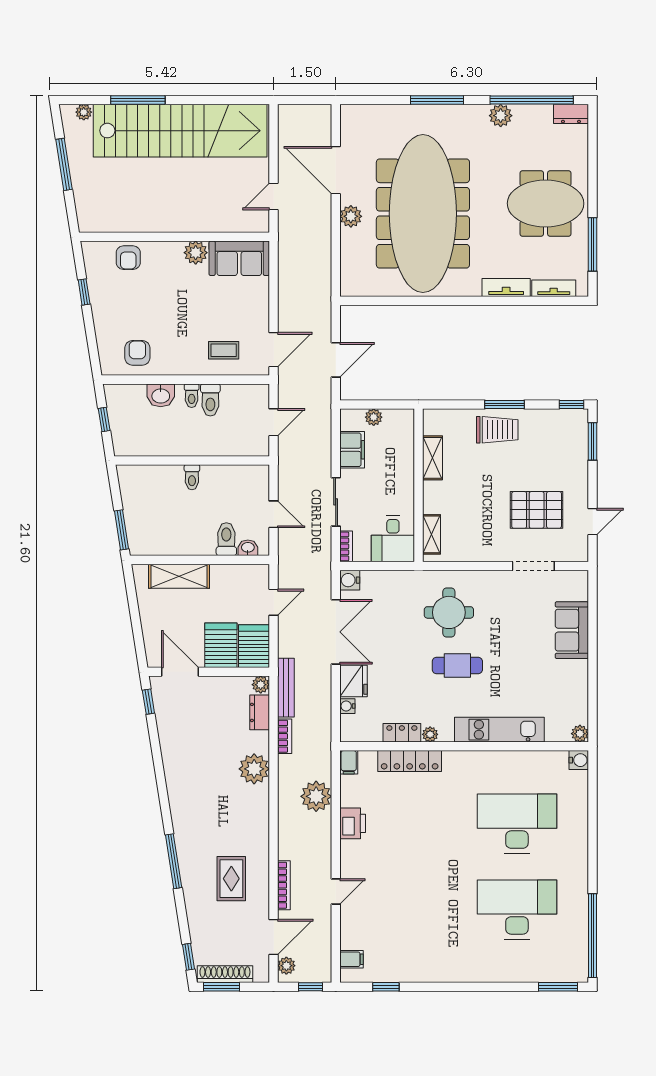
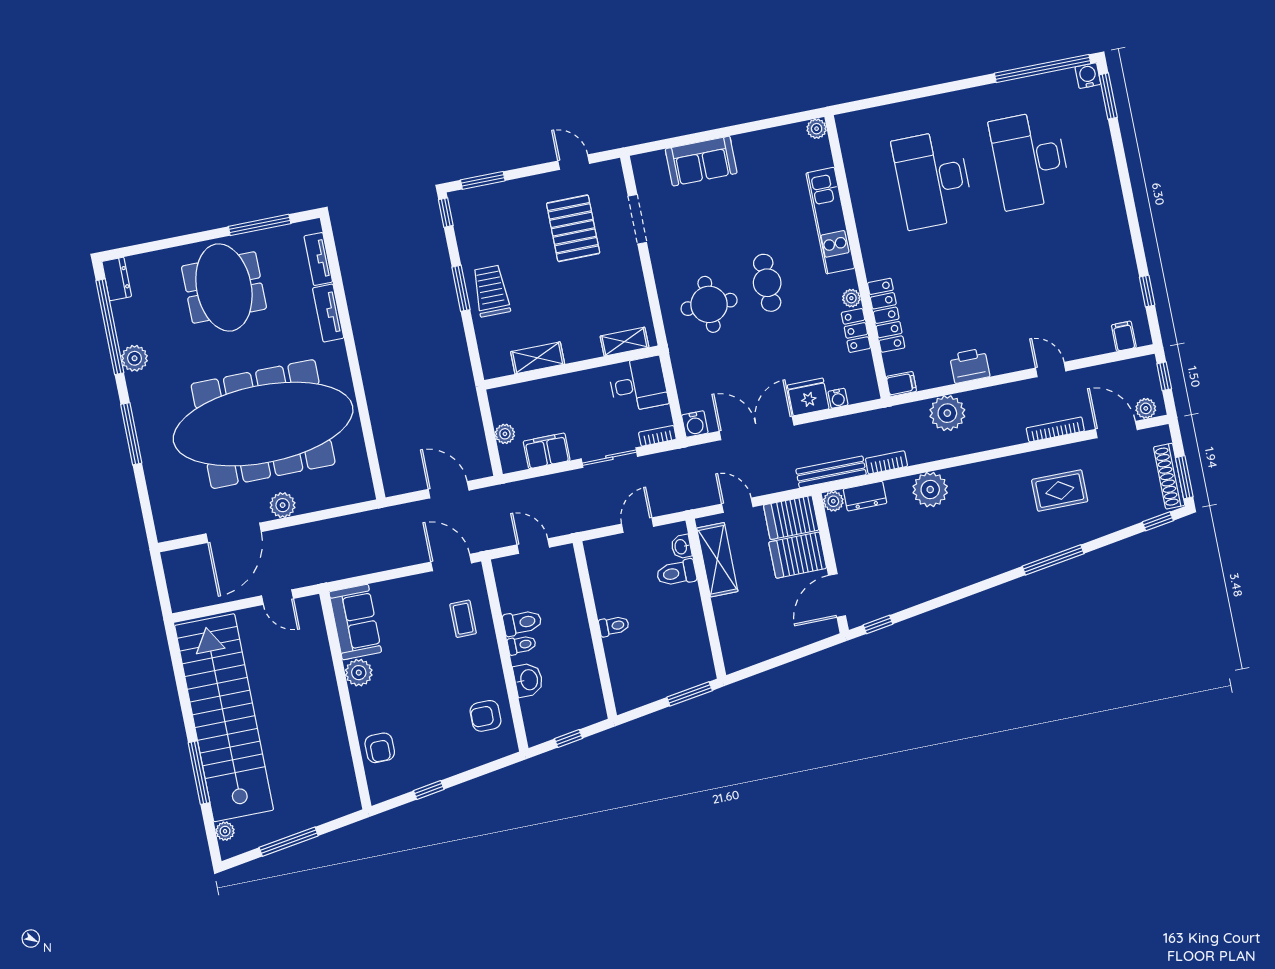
armchair: (128, 258) -> (380, 748), turned 90
shelving: (179, 576) -> (717, 560), moved
water cooler: (579, 760) -> (1088, 76), moved

